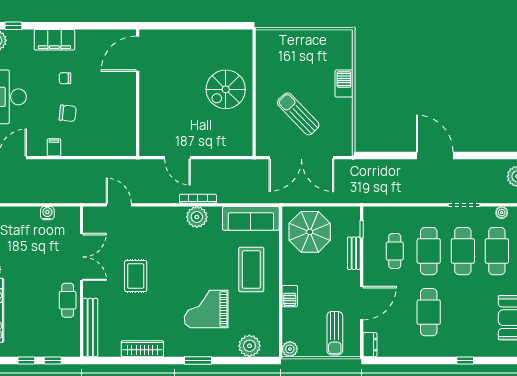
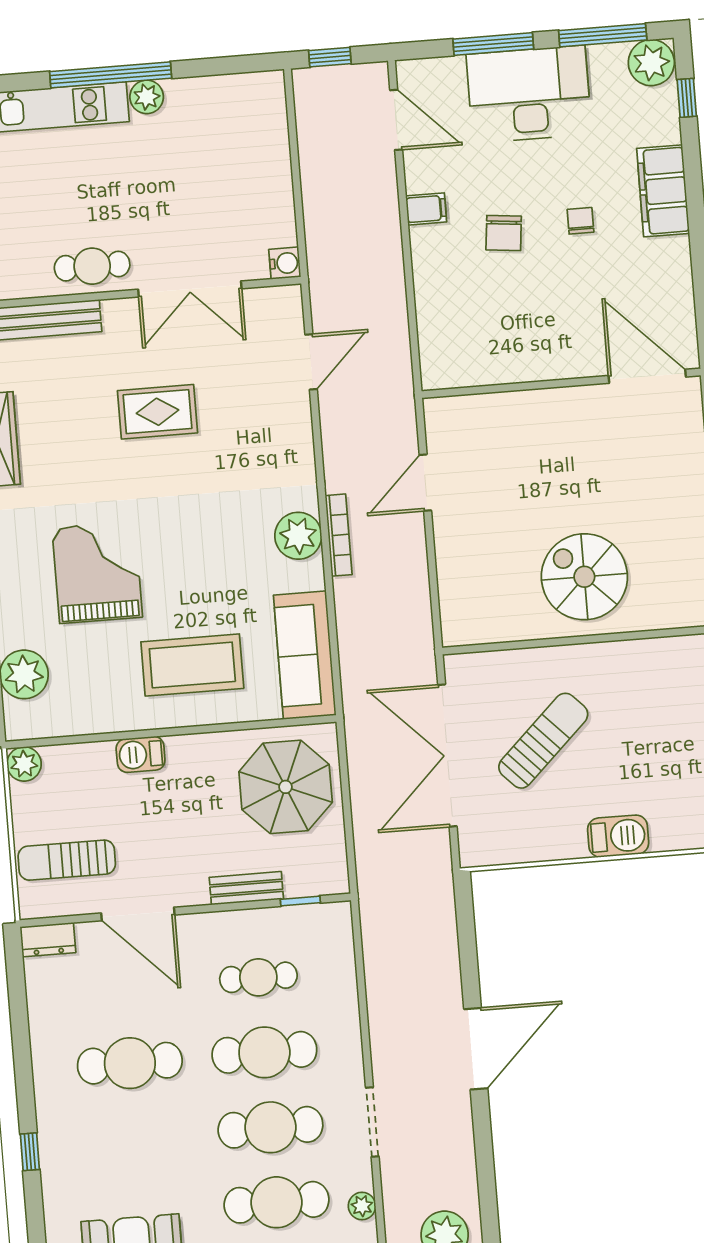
water cooler: (47, 213) -> (285, 263), moved

